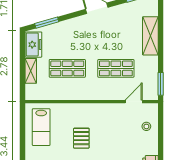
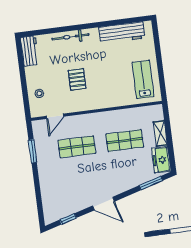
shelving: (150, 36) -> (47, 183), removed
window: (161, 84) -> (33, 151), moved
pallet: (81, 138) -> (77, 79), moved

